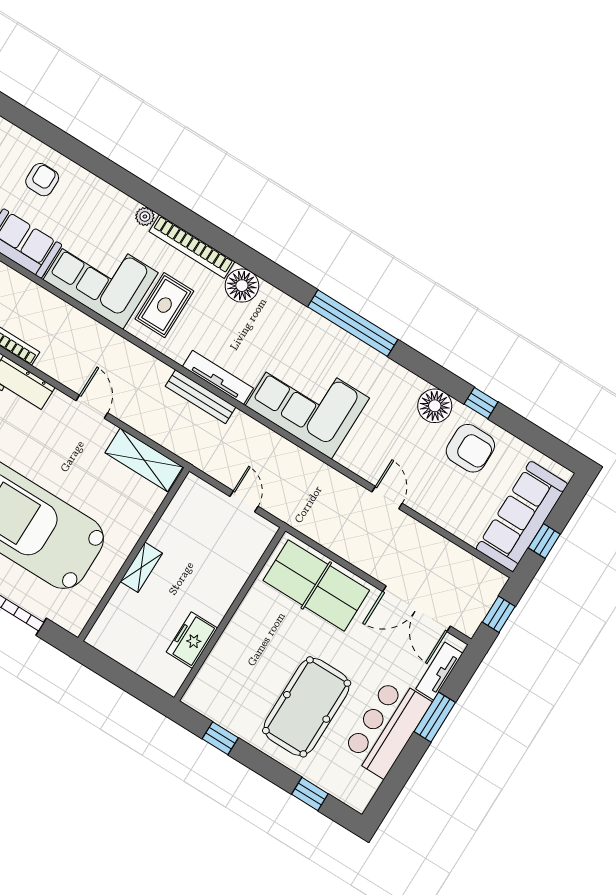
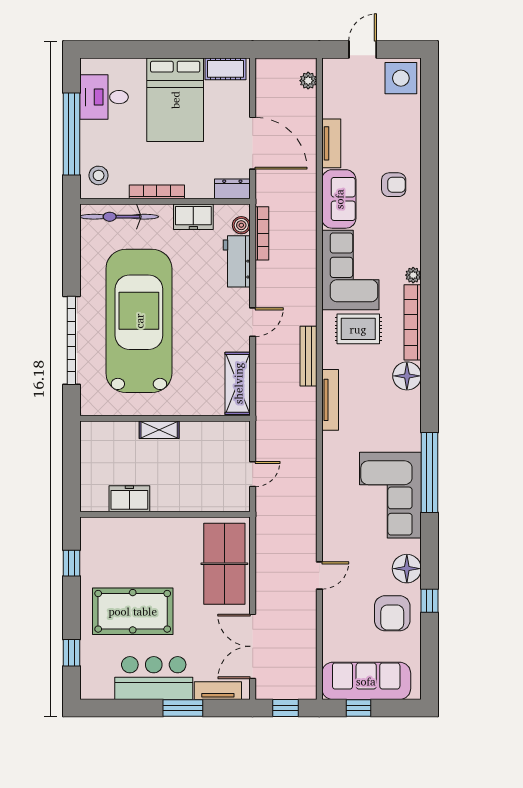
bench: (200, 397) -> (308, 356), moved
corner sofa: (307, 402) -> (390, 495), moved, turned 180

